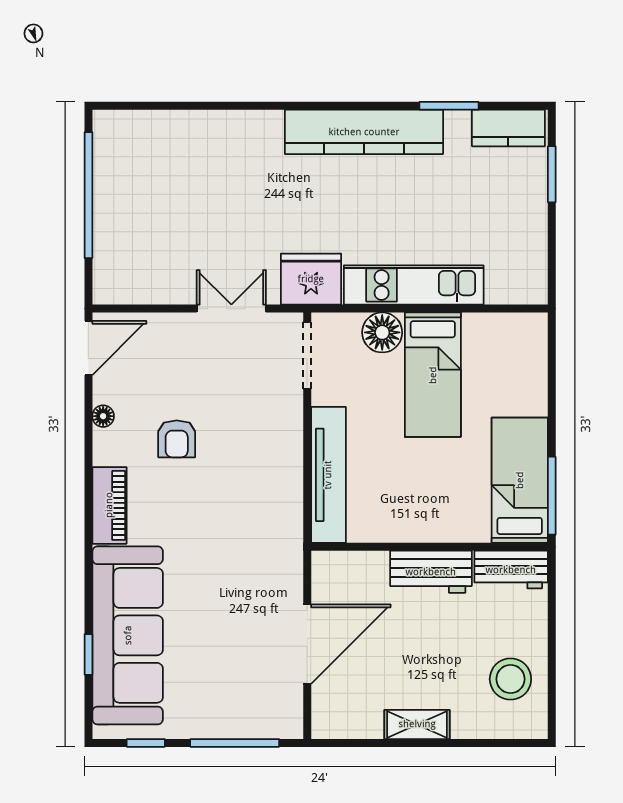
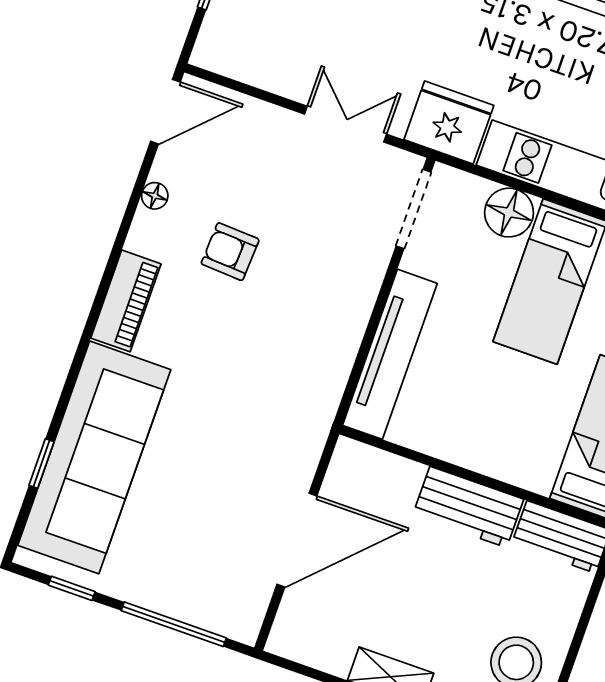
armchair: (177, 439) -> (230, 252), turned 93

